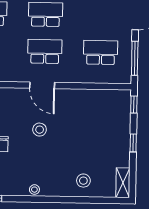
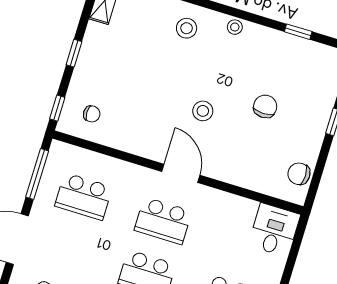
chair: (111, 107) -> (92, 114), added
stool: (83, 181) -> (187, 28), moved

